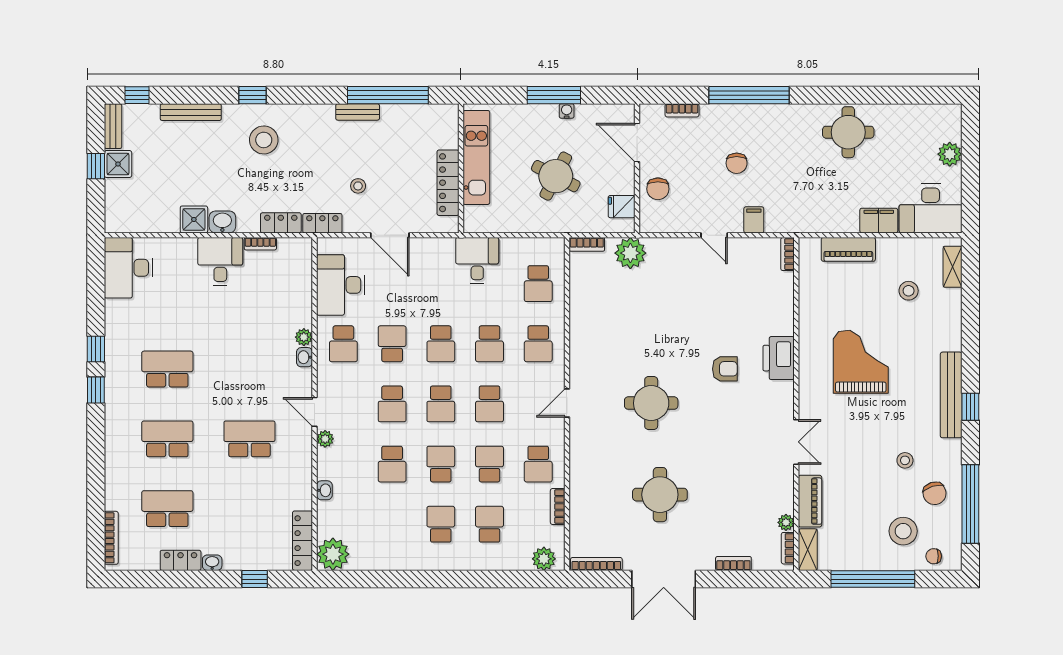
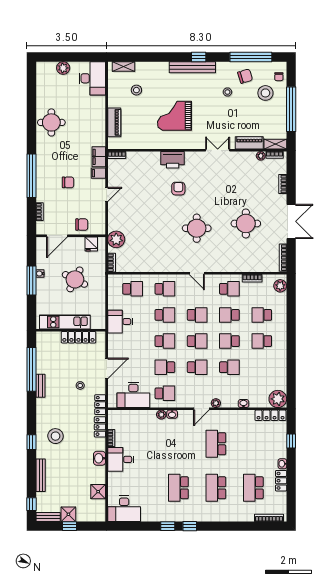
shower: (194, 219) -> (98, 492), moved
filing cabinet: (879, 221) -> (99, 157), moved

